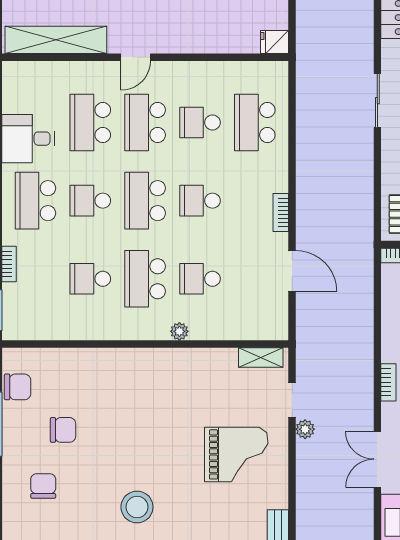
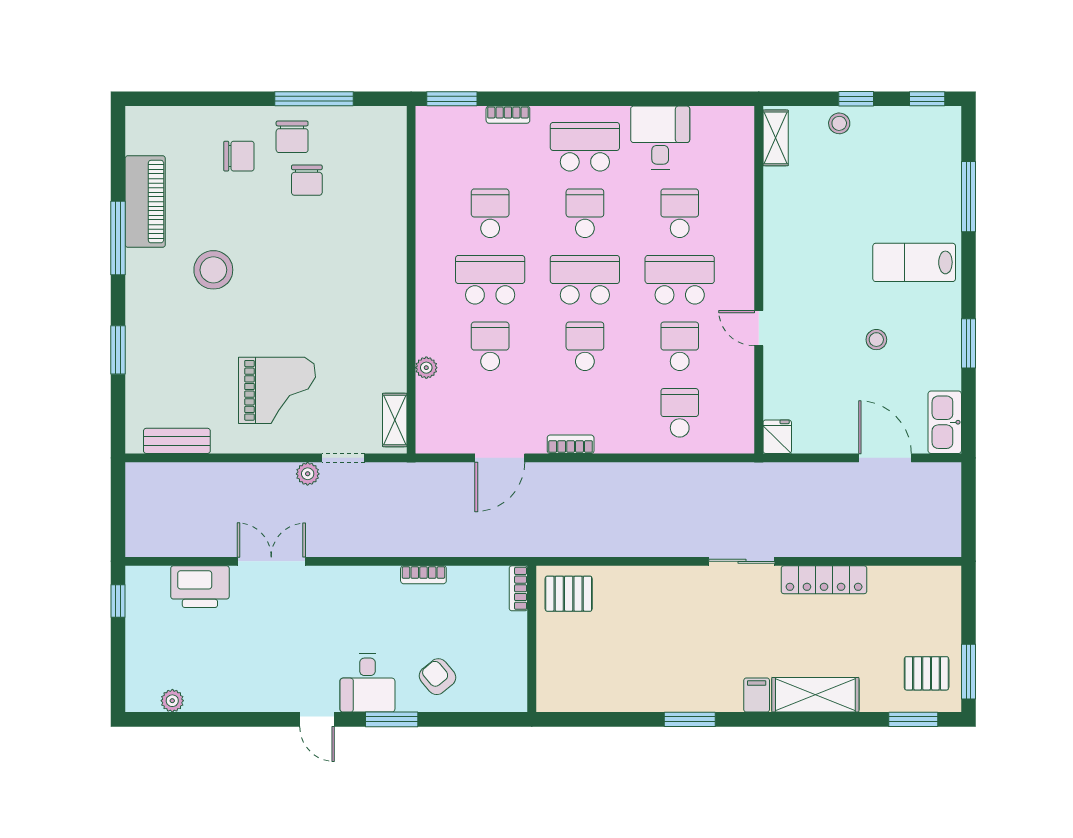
shelving: (56, 40) -> (776, 138), width x0.45, depth x0.75
door: (136, 57) -> (759, 328), moved
sliding door: (377, 101) -> (742, 561), moved
school desk: (90, 122) -> (680, 213), width x0.54
school desk: (255, 122) -> (680, 413), width x0.54
plant: (179, 331) -> (426, 368), moved
bookcase: (388, 382) -> (423, 575), moved
chair: (18, 387) -> (292, 137), moved
grand piano: (236, 454) -> (277, 390), turned -90

